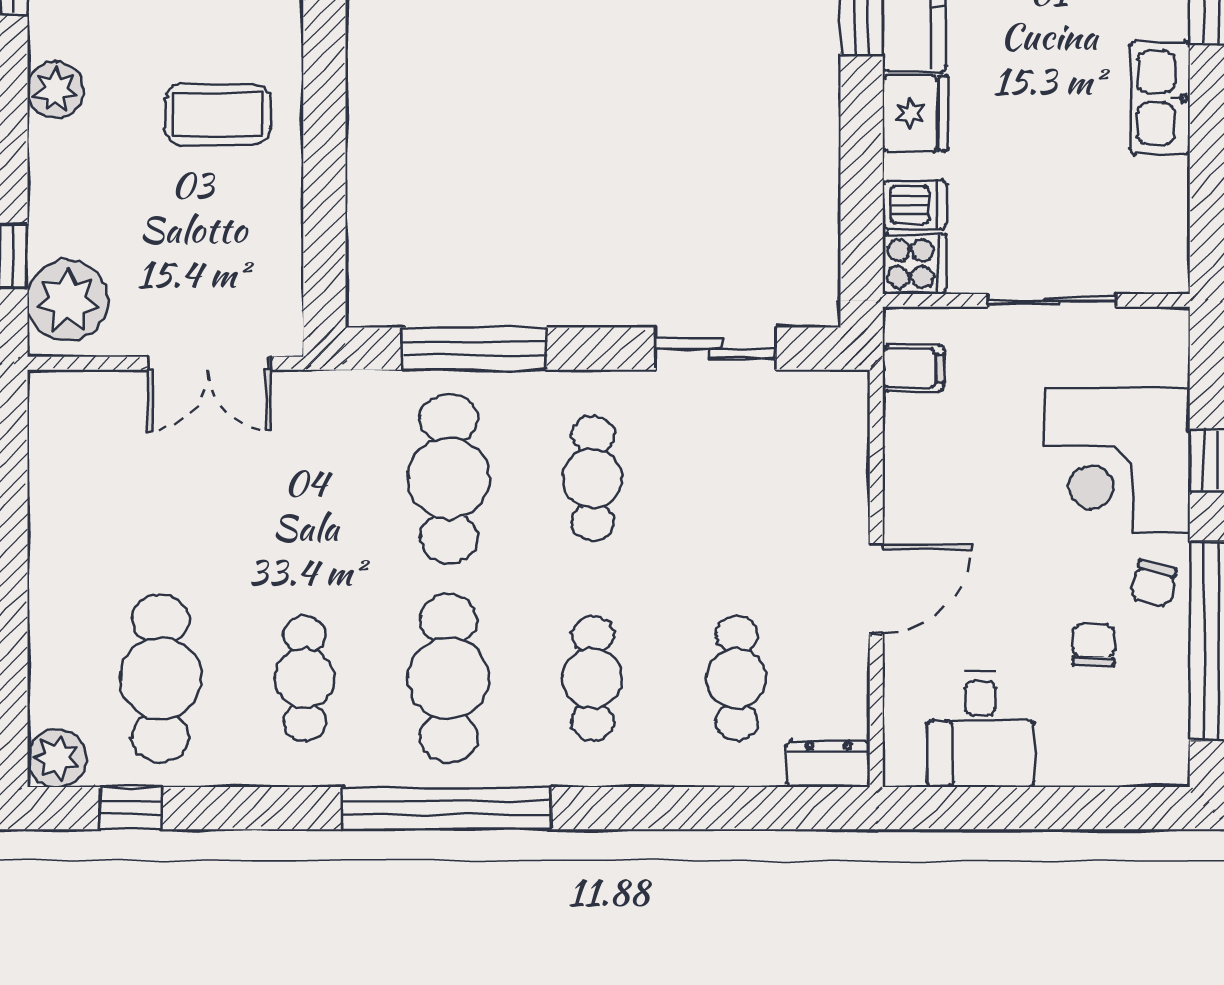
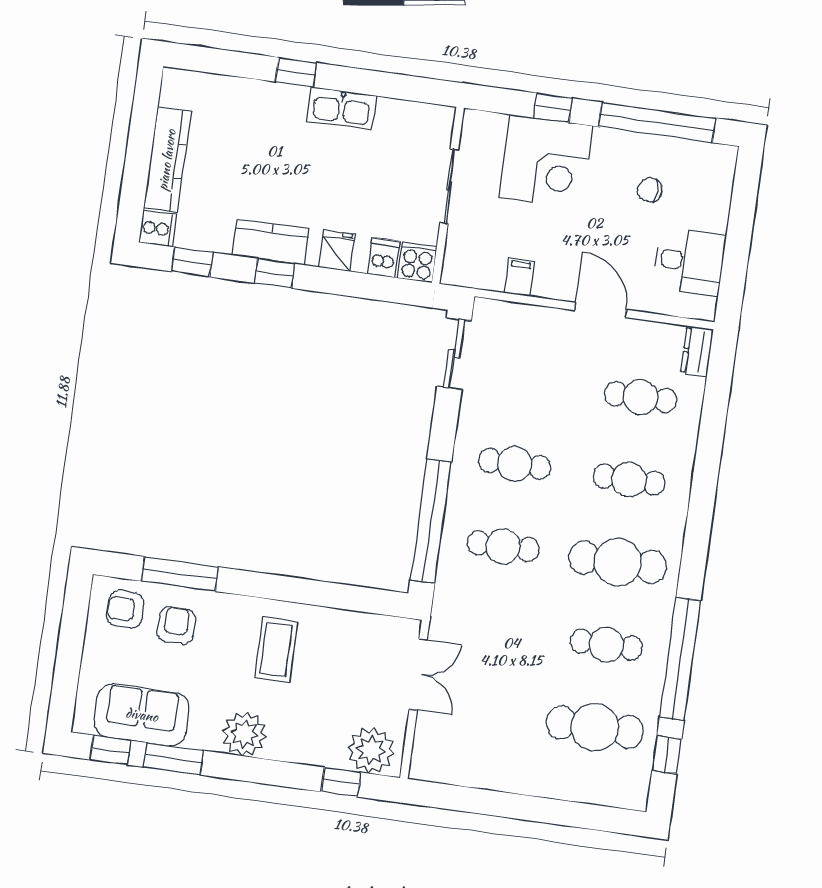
plant: (56, 90) -> (244, 734), width x1.36, depth x1.36
fridge: (915, 113) -> (337, 251), width x0.72
window: (474, 349) -> (431, 521), width x1.46
sliding door: (716, 349) -> (454, 354), moved
filing cabinet: (913, 368) -> (519, 277), moved
cafe table: (449, 479) -> (503, 546), width x0.73, depth x0.74
chair: (1154, 584) -> (620, 151), removed
plant: (57, 758) -> (632, 793), removed
window: (447, 808) -> (680, 659), moved

